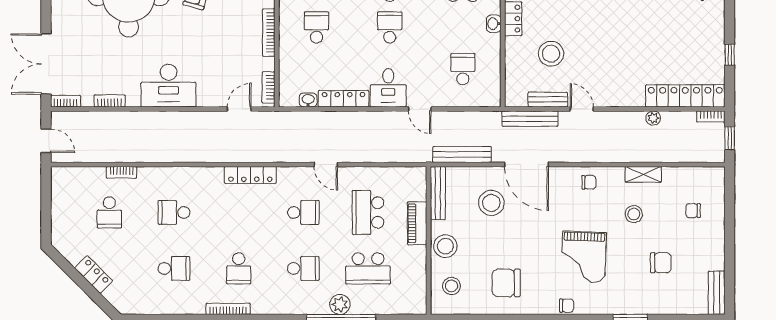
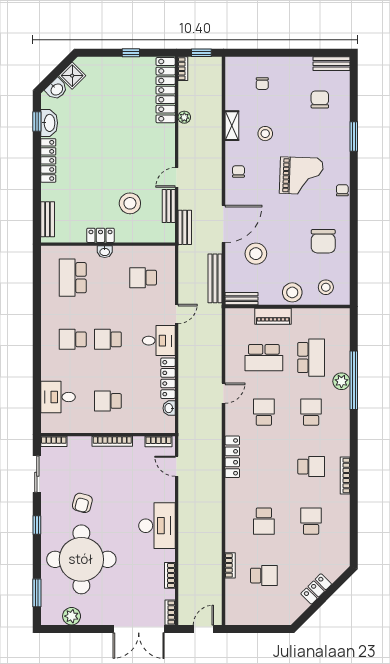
bench: (530, 119) -> (185, 227), width x0.73
bench: (438, 193) -> (241, 299), width x0.73
chair: (661, 263) -> (320, 99), moved

